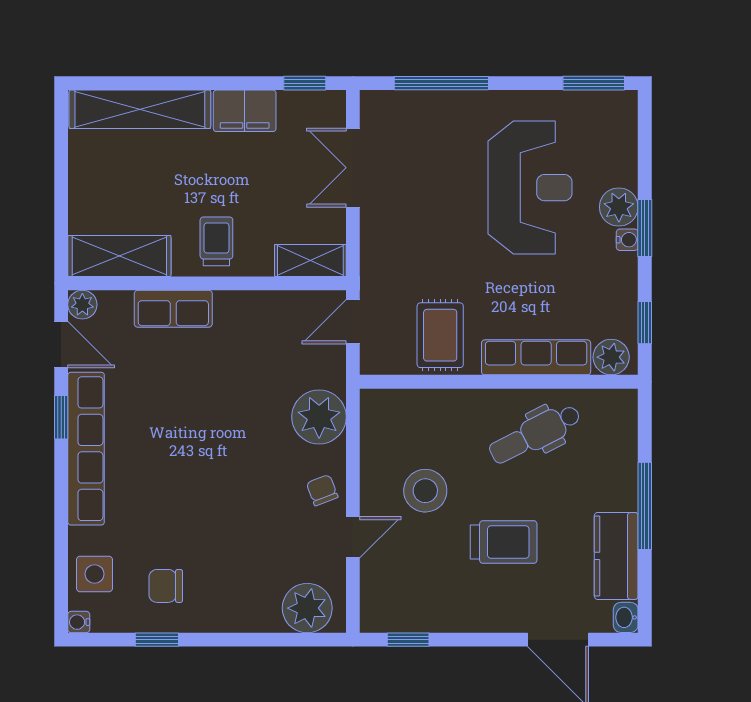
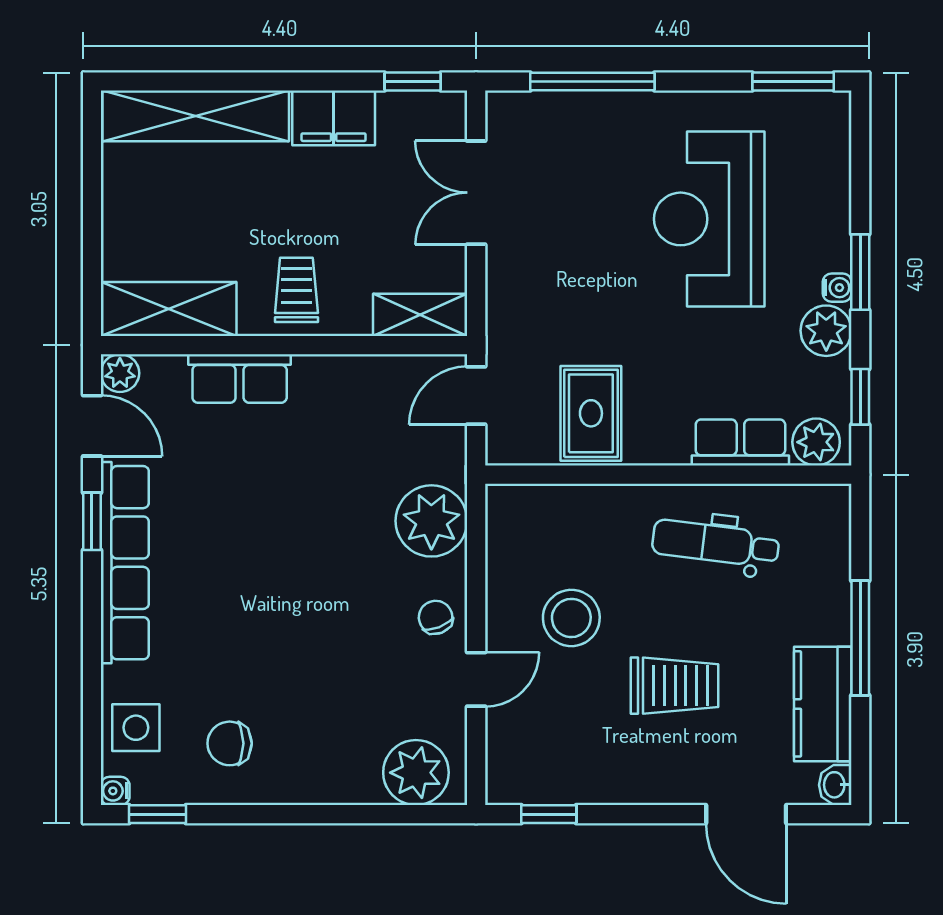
reception desk: (530, 188) -> (709, 219), turned 180
plant: (619, 207) -> (826, 331), moved
row of seats: (536, 357) -> (740, 442), width x0.68
dental chair: (535, 434) -> (716, 543), turned 34
window: (157, 640) -> (158, 814), moved

